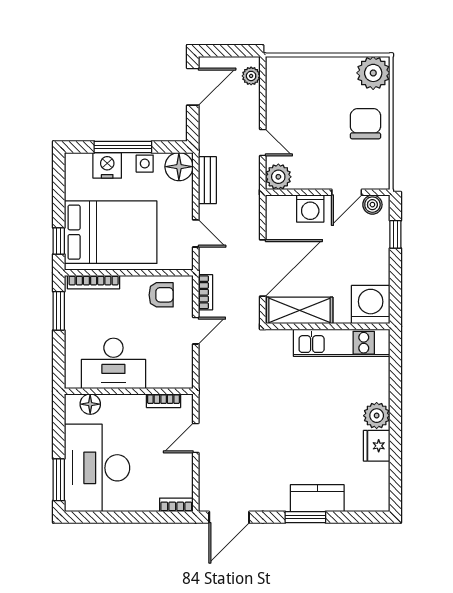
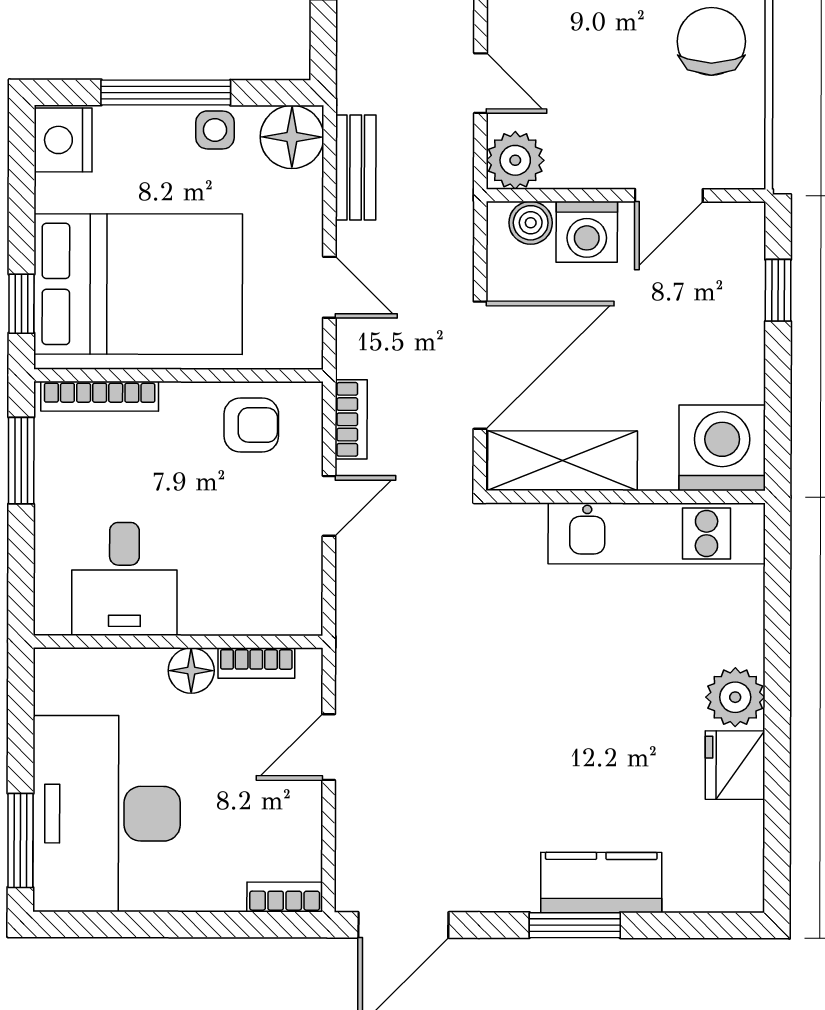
nightstand: (107, 165) -> (63, 140), moved, turned -90
boiler: (372, 205) -> (531, 223), moved
desk: (113, 363) -> (124, 579), width x0.73
floor lamp: (90, 404) -> (191, 671), moved

